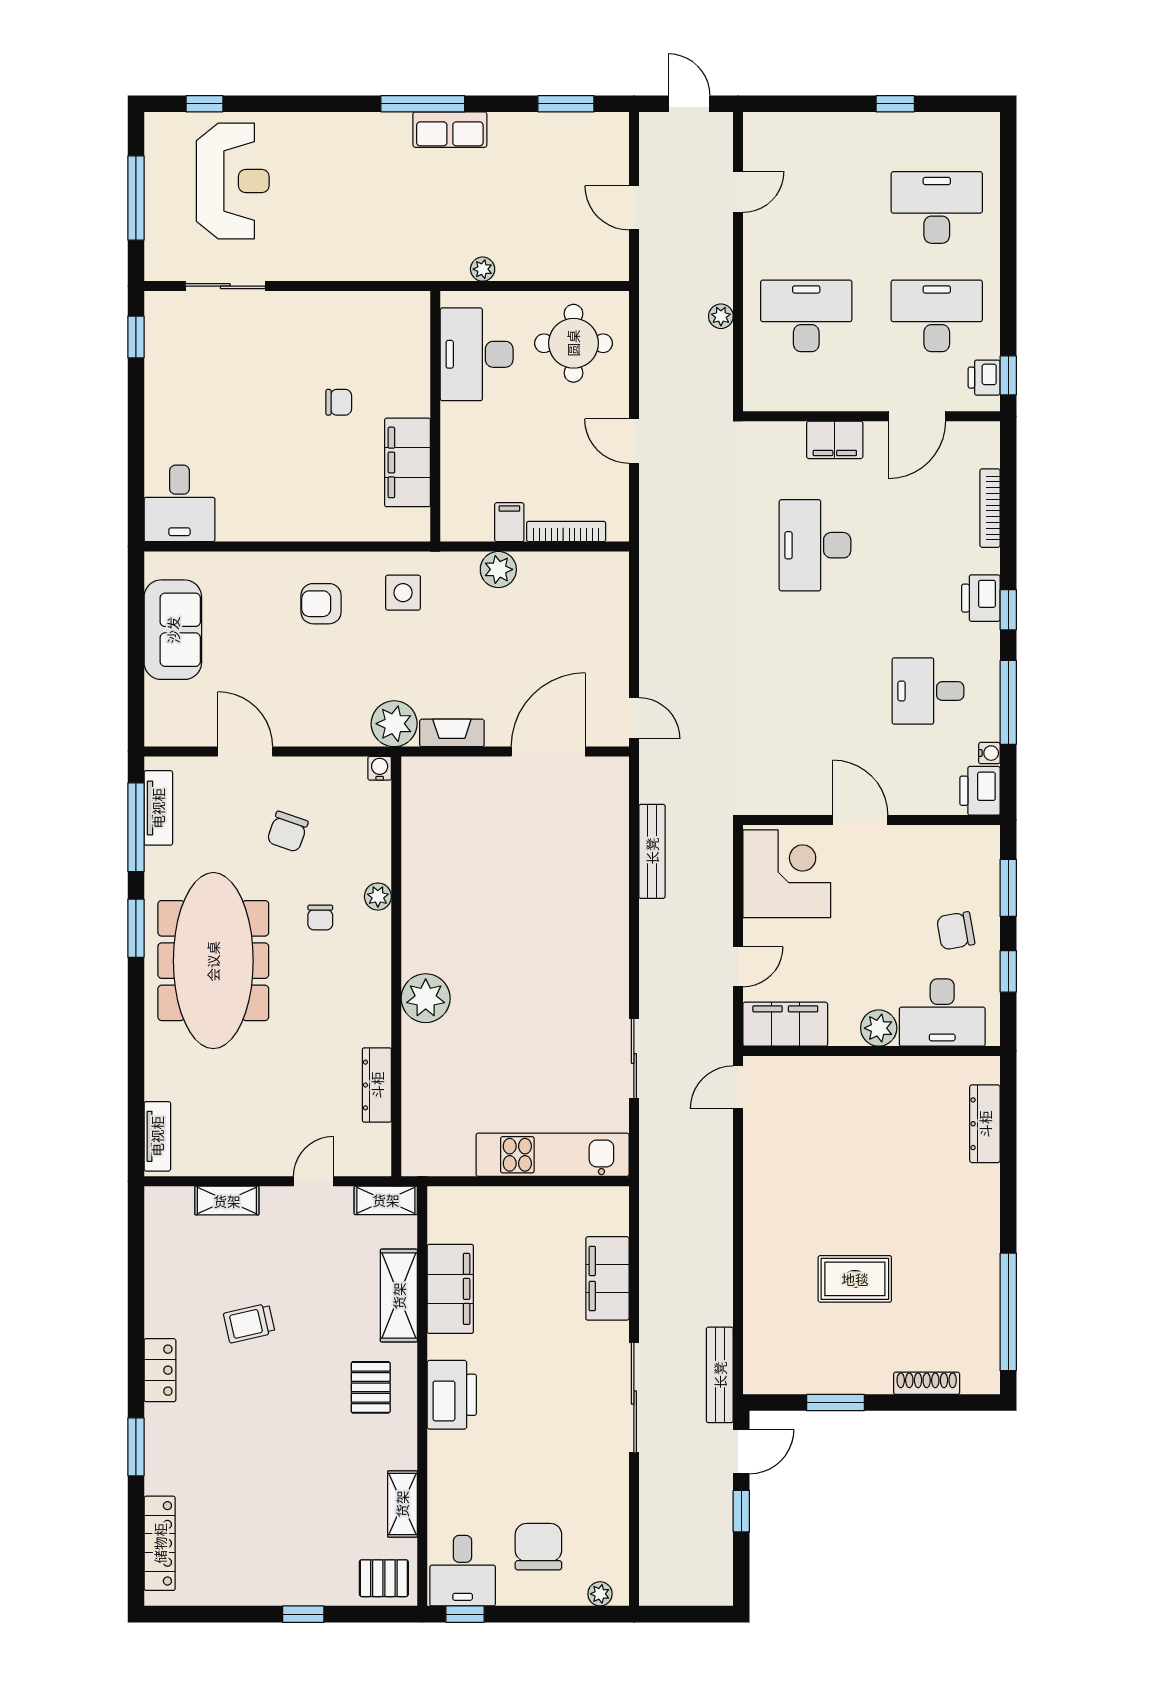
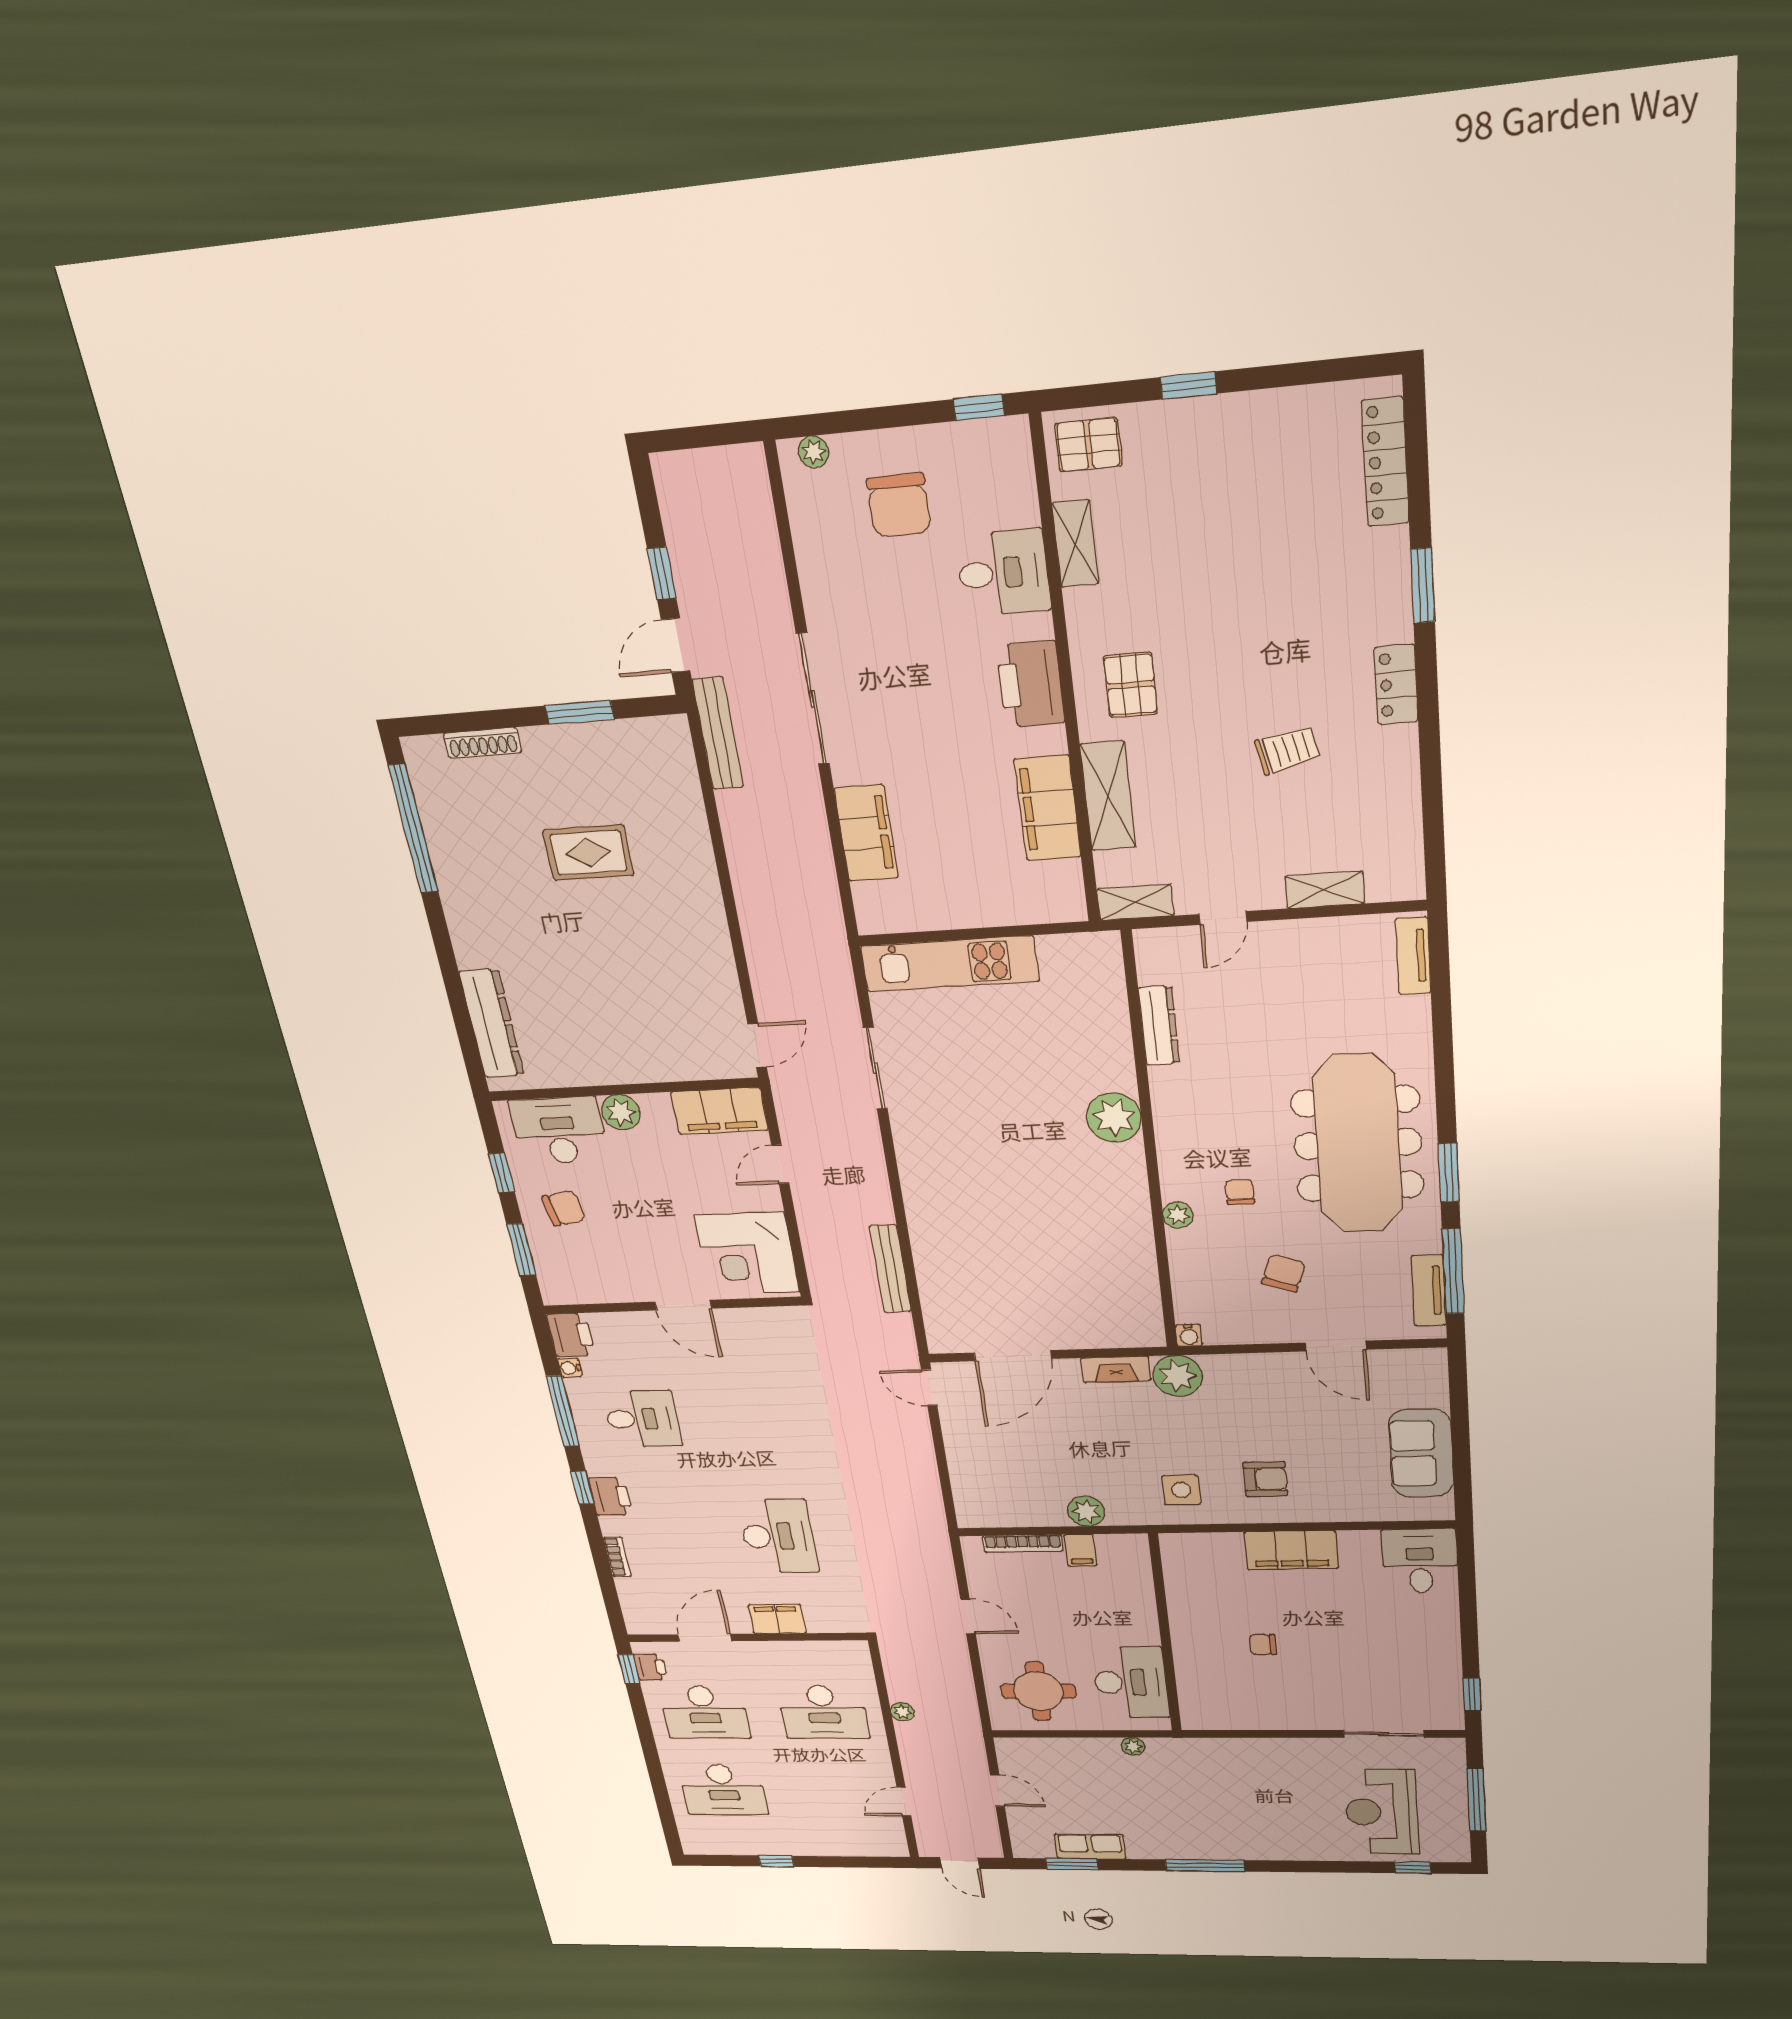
row of seats: (450, 130) -> (1090, 1846), moved
filing cabinet: (407, 462) -> (1291, 1550), moved, turned 90
bookcase: (990, 508) -> (617, 1557), width x0.64
dresser: (985, 1124) -> (492, 1024), width x1.37, depth x1.24
desk: (463, 1571) -> (1003, 573), moved, turned 90

